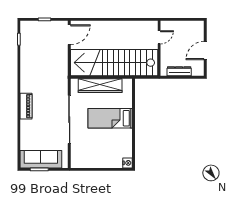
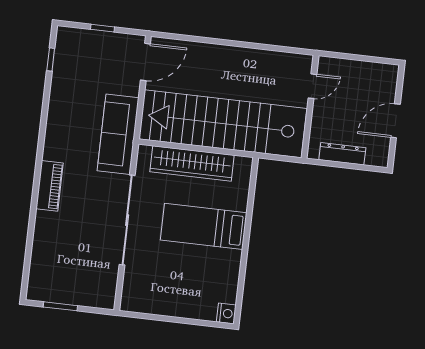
sofa: (41, 159) -> (118, 134), moved, turned -90

